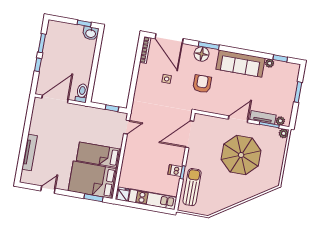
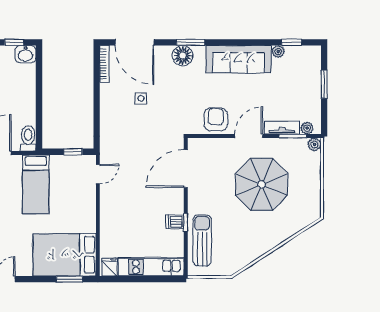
armchair: (202, 84) -> (216, 119), moved
bed: (99, 155) -> (36, 184), moved, turned -90

